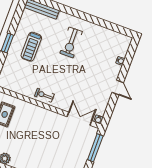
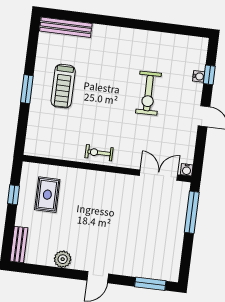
exercise bike: (71, 42) -> (148, 93), moved
window: (127, 62) -> (209, 75), added

